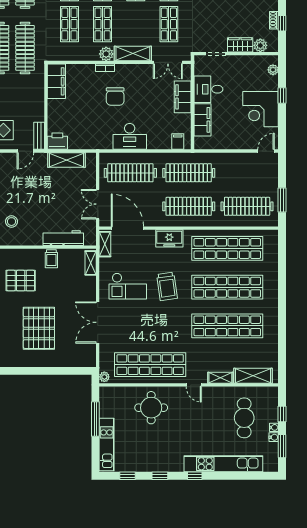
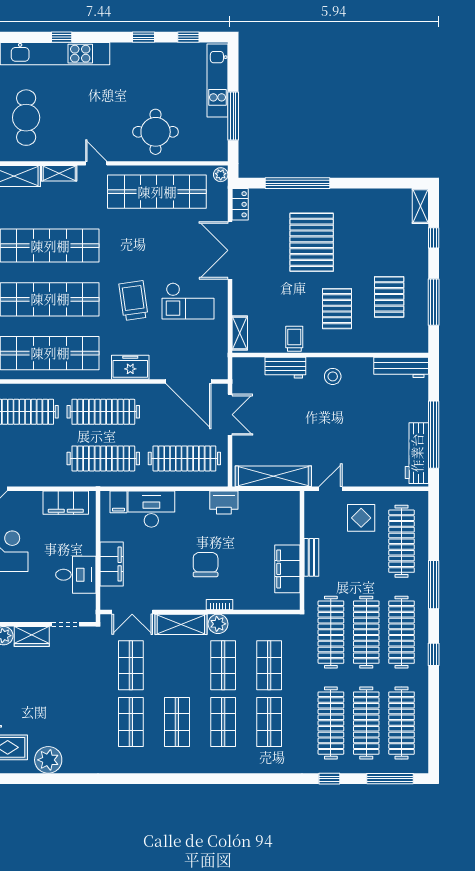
double door: (168, 62) -> (132, 612), swing flipped
filing cabinet: (56, 81) -> (287, 569), moved
filing cabinet: (202, 120) -> (66, 503), moved, turned -90
bench: (39, 136) -> (311, 557), moved
desk: (130, 136) -> (151, 509), moved
printer: (57, 141) -> (224, 502), moved
shelving: (66, 160) -> (273, 476), width x1.47
stool: (12, 222) -> (333, 376), moved
workbench: (63, 238) -> (285, 368), width x0.73
shelving: (105, 244) -> (220, 359), removed
pallet: (21, 281) -> (337, 309), turned 90
checkout: (128, 286) -> (188, 301), turned 180
double door: (98, 322) -> (230, 250), swing flipped
locker: (90, 356) -> (240, 204), added
window: (49, 371) -> (297, 183), added
window: (195, 476) -> (62, 37), moved

